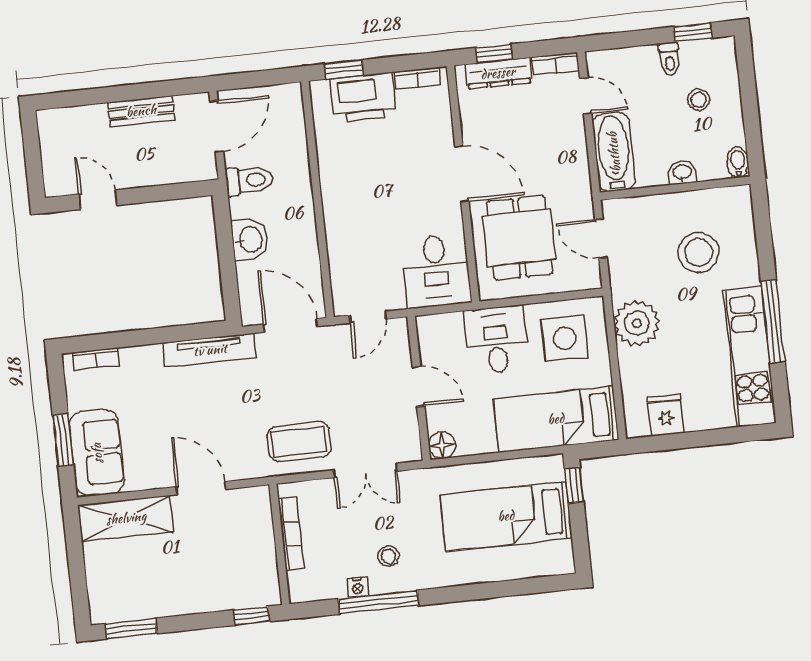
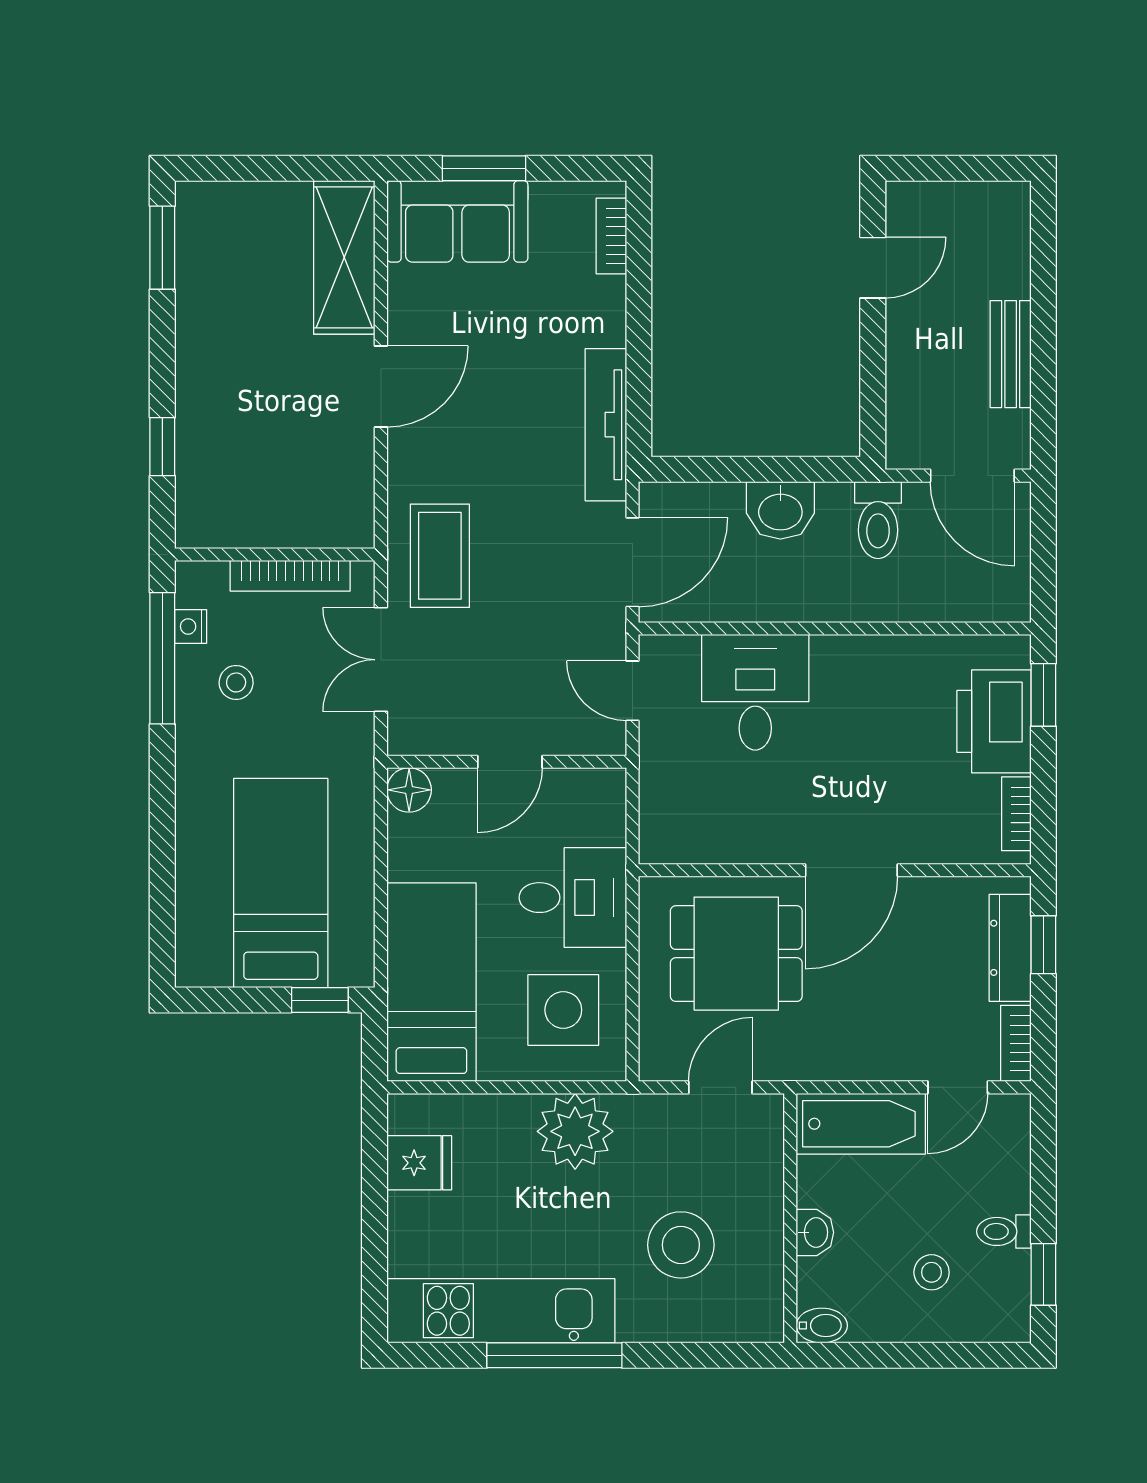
desk: (436, 271) -> (755, 692), moved, turned 90
bookcase: (291, 534) -> (290, 576), moved
wall: (279, 544) -> (275, 555), moved

